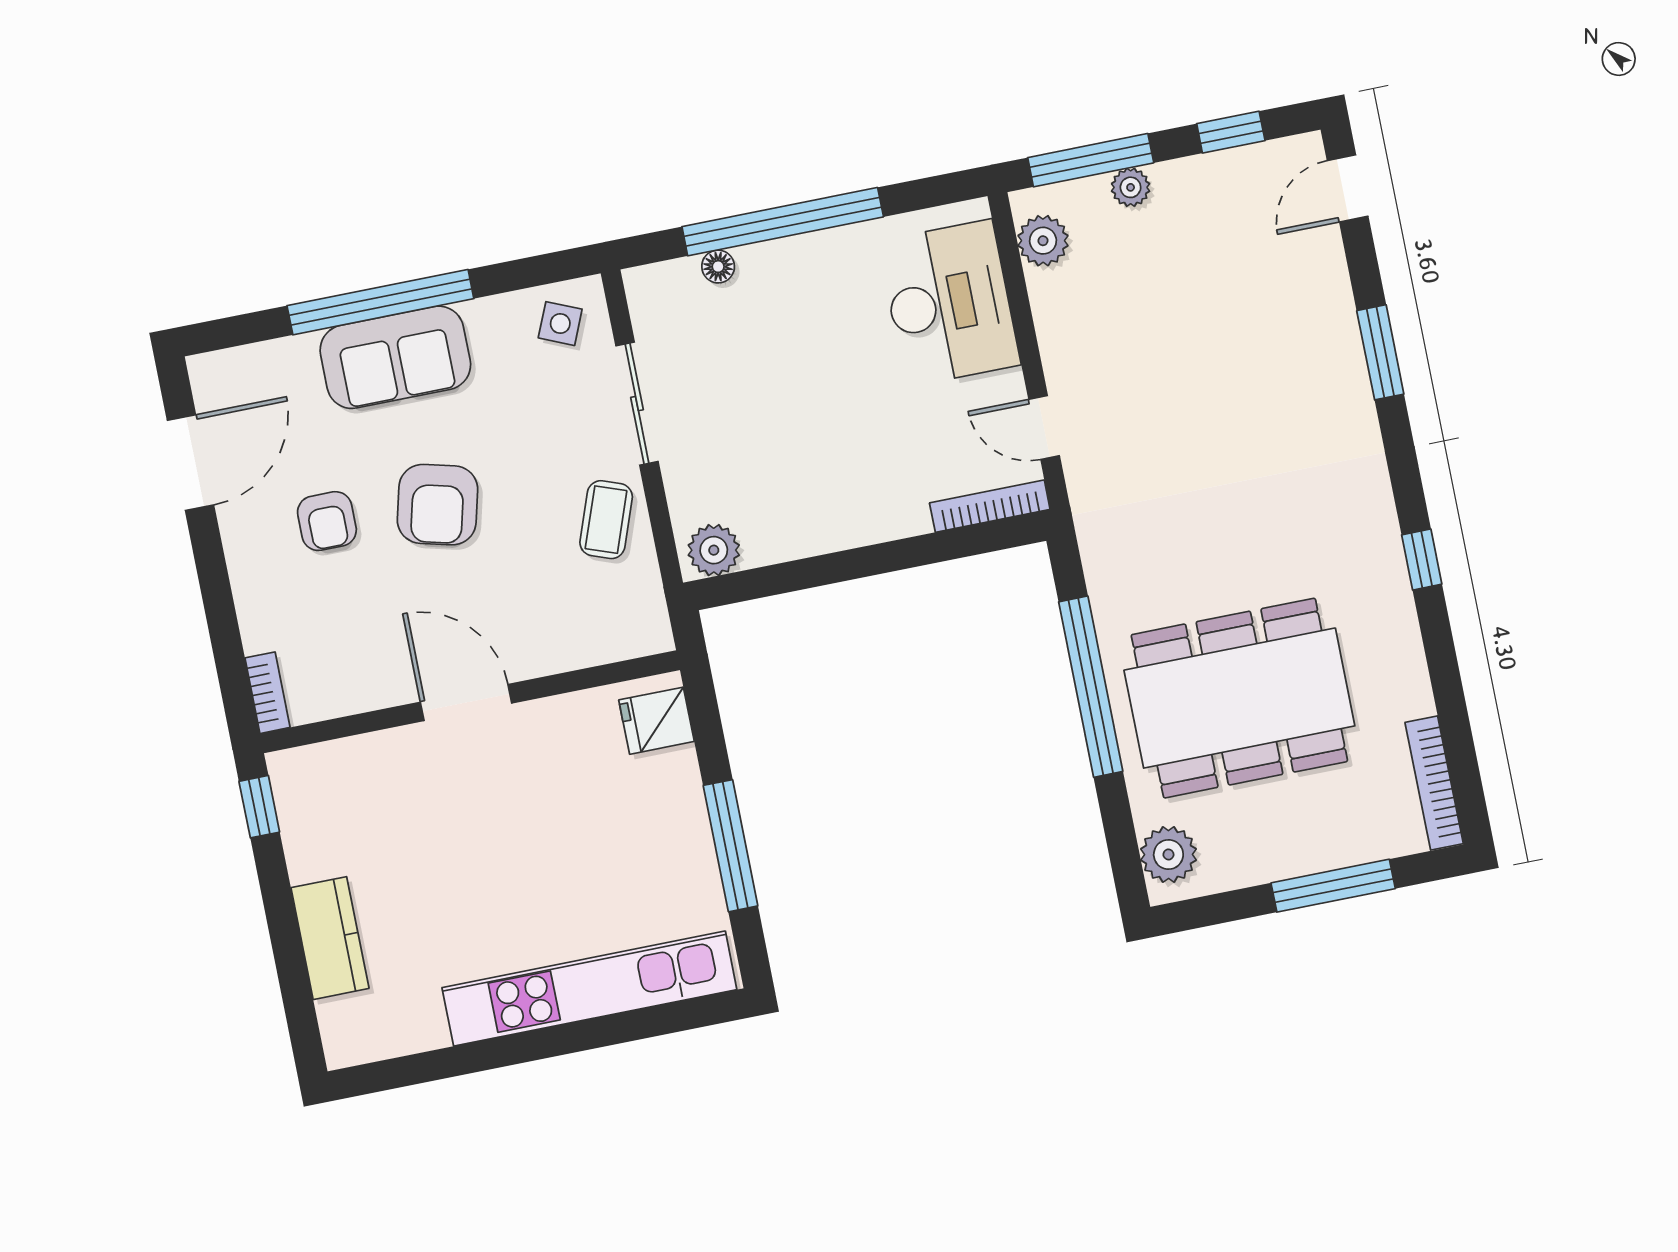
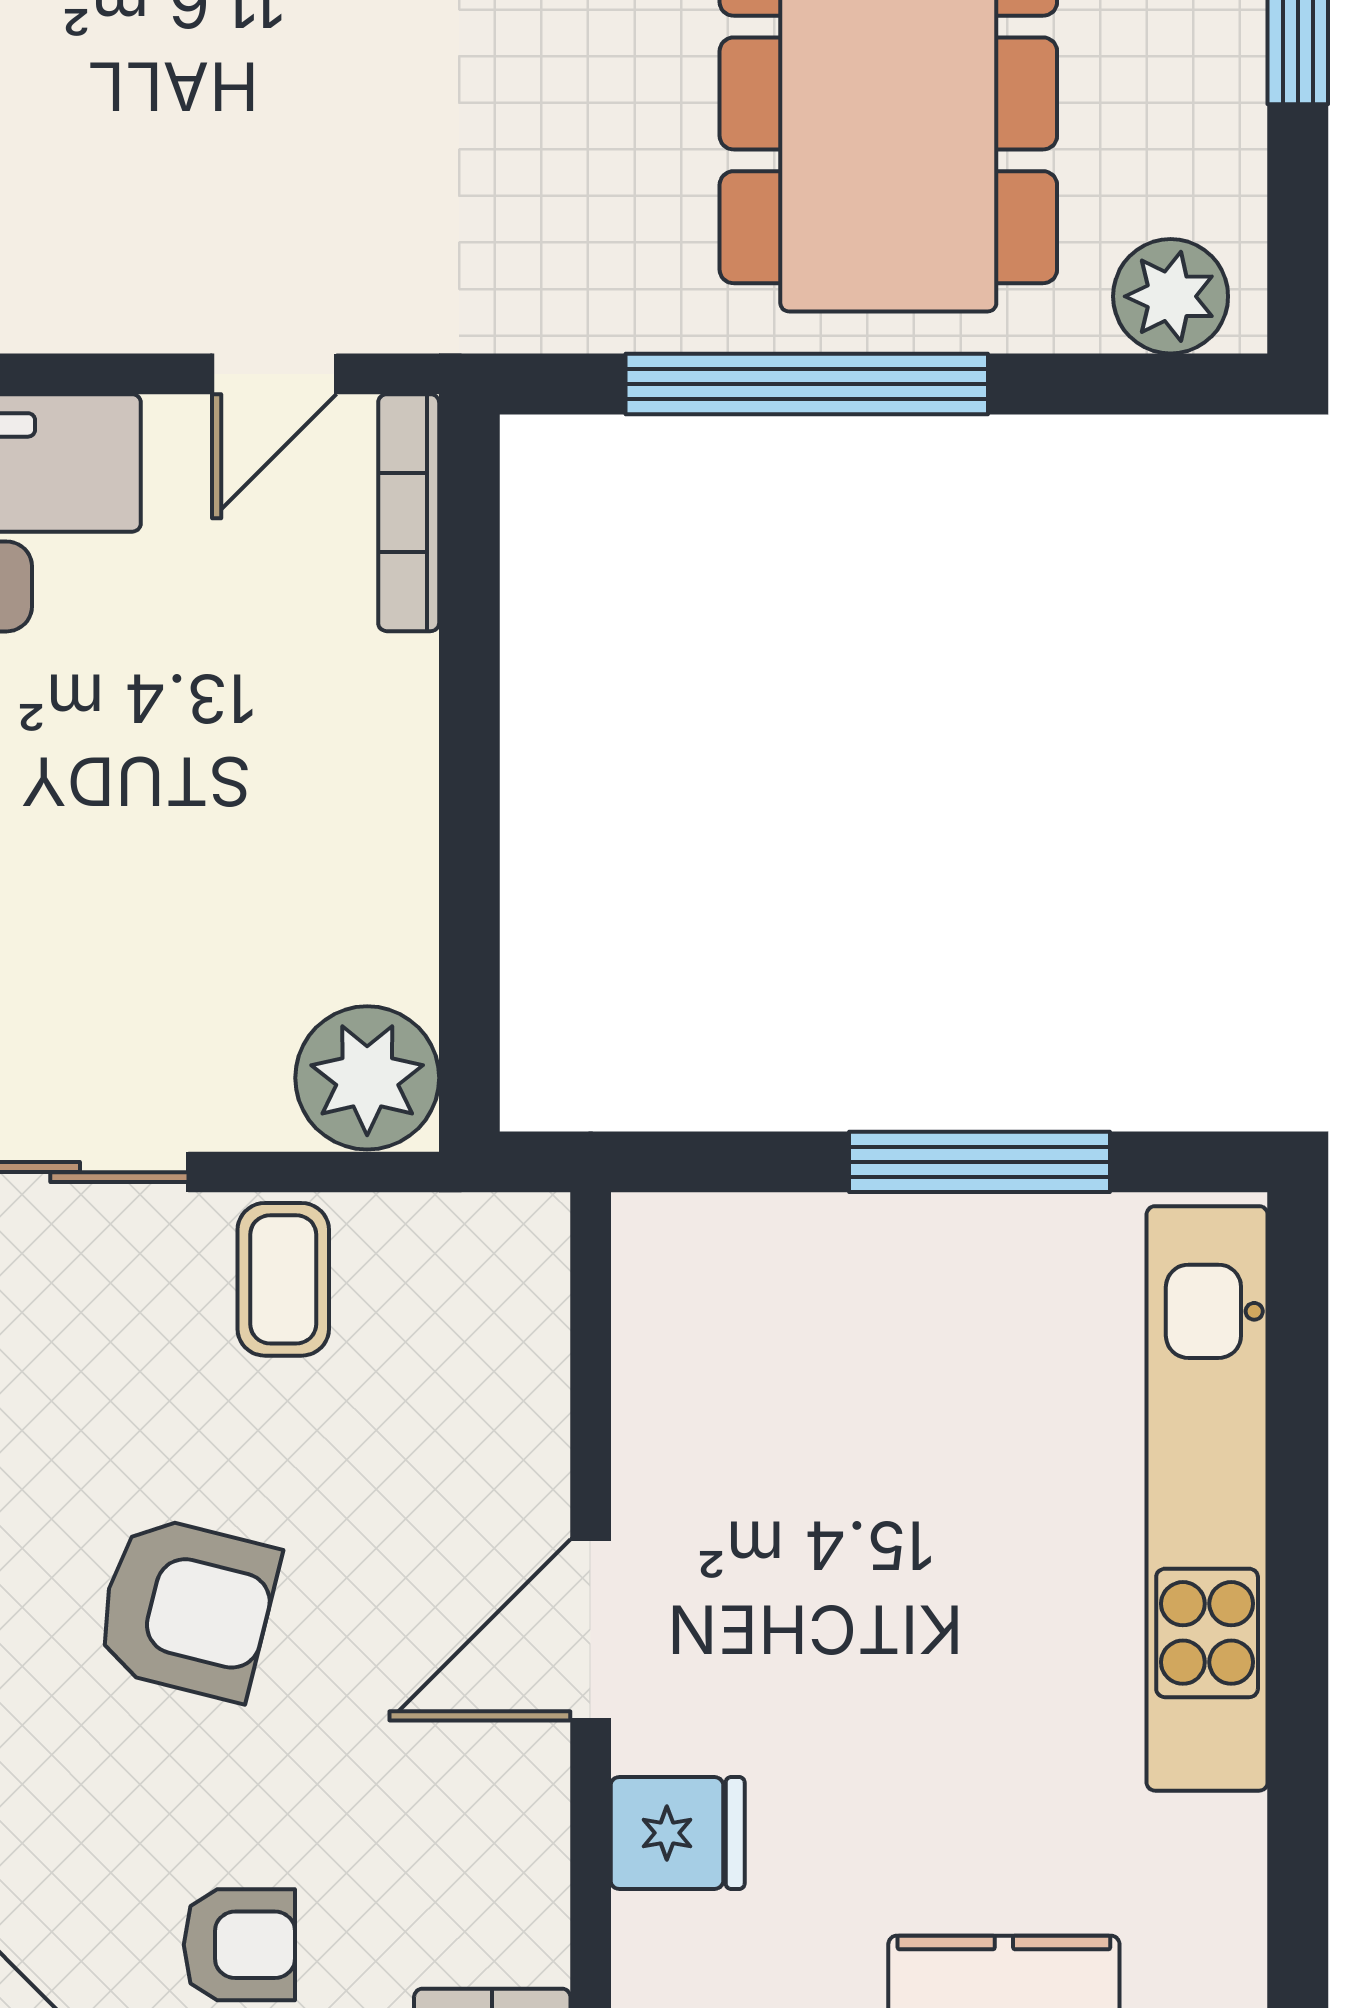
coffee table: (606, 520) -> (283, 1279), turned 70
armchair: (327, 521) -> (239, 1945), moved
plant: (714, 550) -> (367, 1078), width x1.36, depth x1.36
fridge: (656, 721) -> (678, 1833), moved, turned -90

